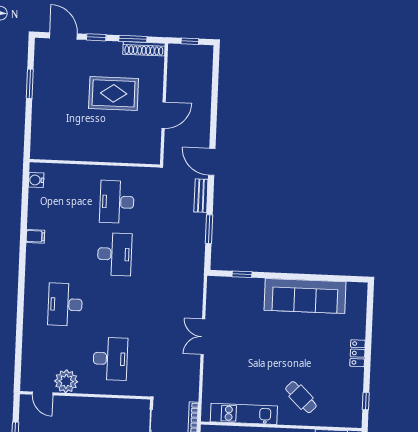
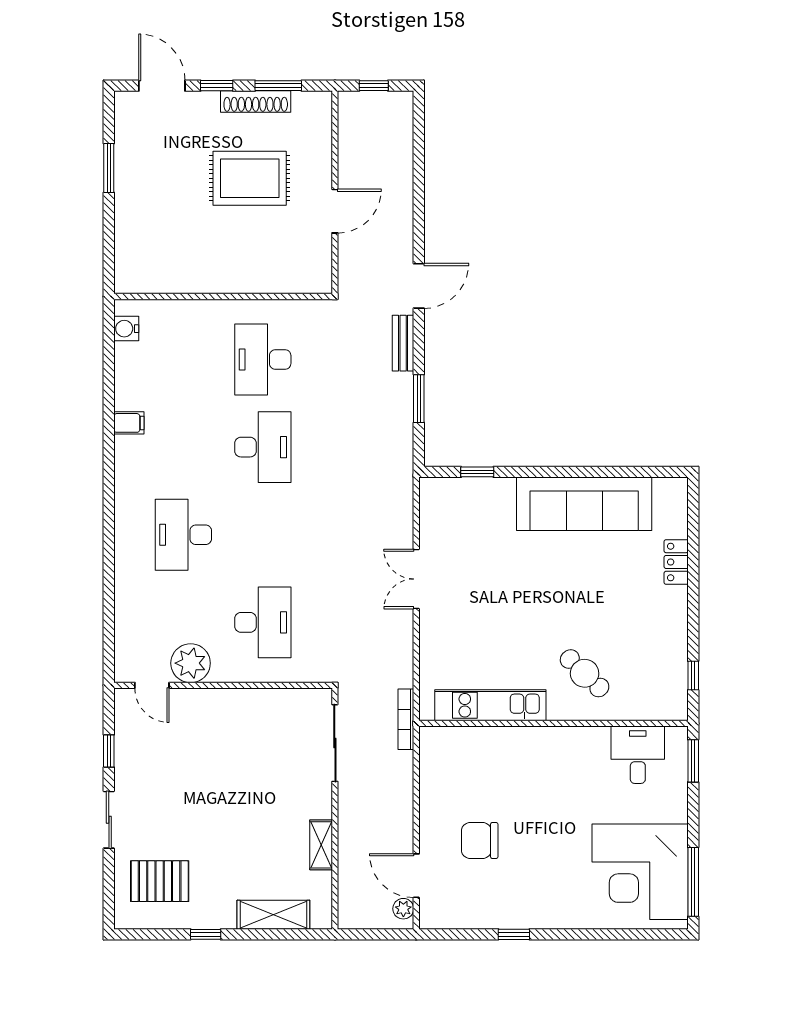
shoe rack: (144, 49) -> (256, 102), moved
door: (212, 162) -> (419, 286), swing flipped
locker: (358, 353) -> (676, 562), moved

